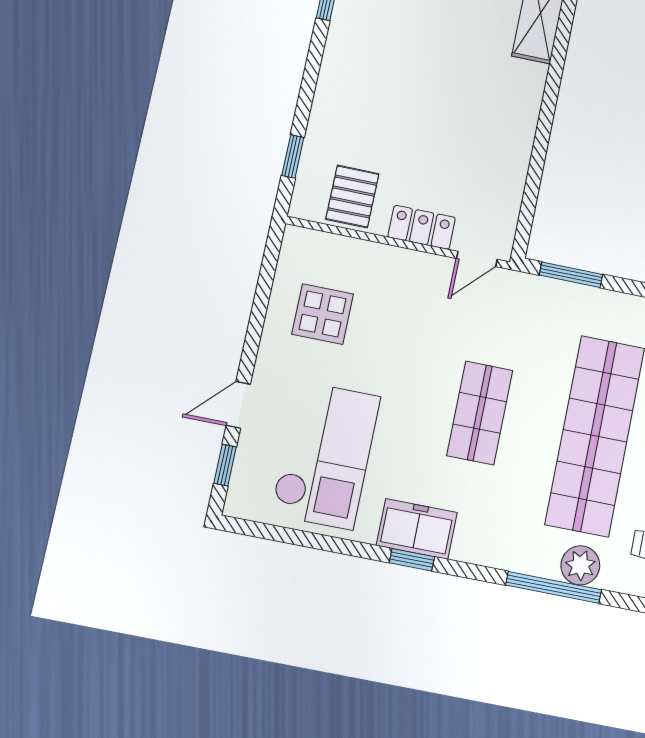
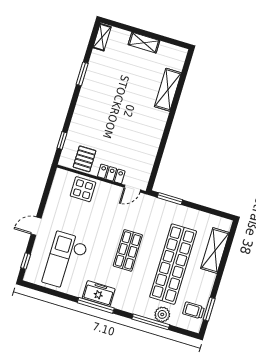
display table: (323, 314) -> (83, 189), moved
door: (238, 405) -> (36, 226), moved
checkout: (326, 455) -> (65, 261), turned 180
window: (412, 560) -> (96, 305), width x2.17

